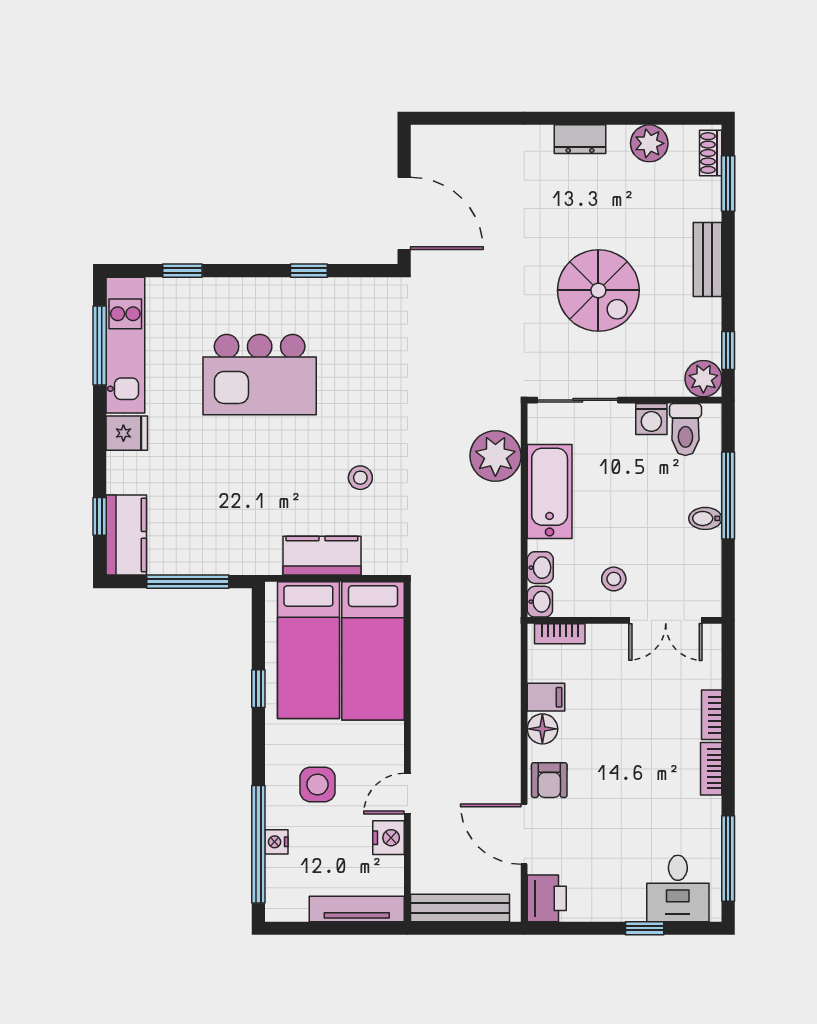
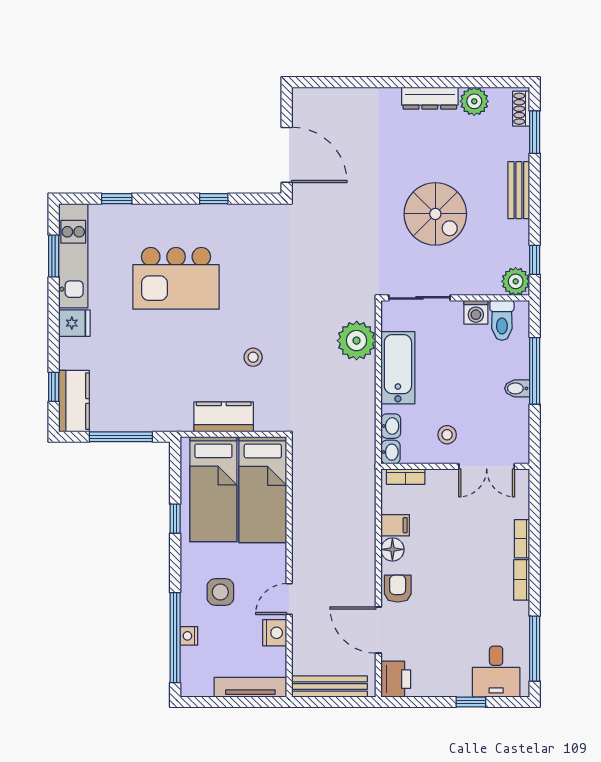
dresser: (580, 139) -> (430, 98), width x1.44
window: (100, 346) -> (54, 256), width x0.69
armchair: (549, 780) -> (398, 589), turned 180

